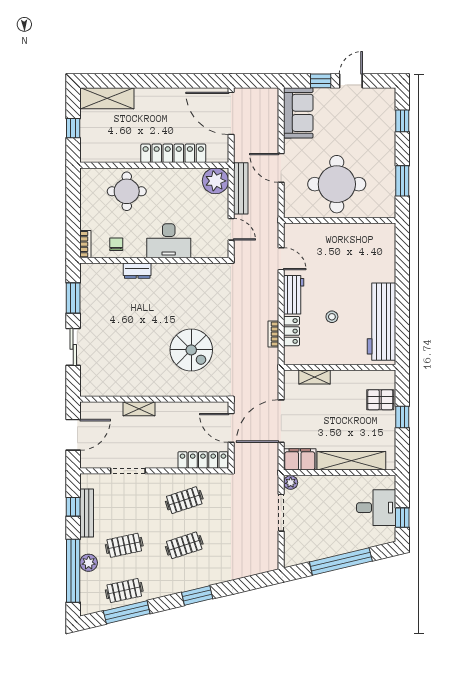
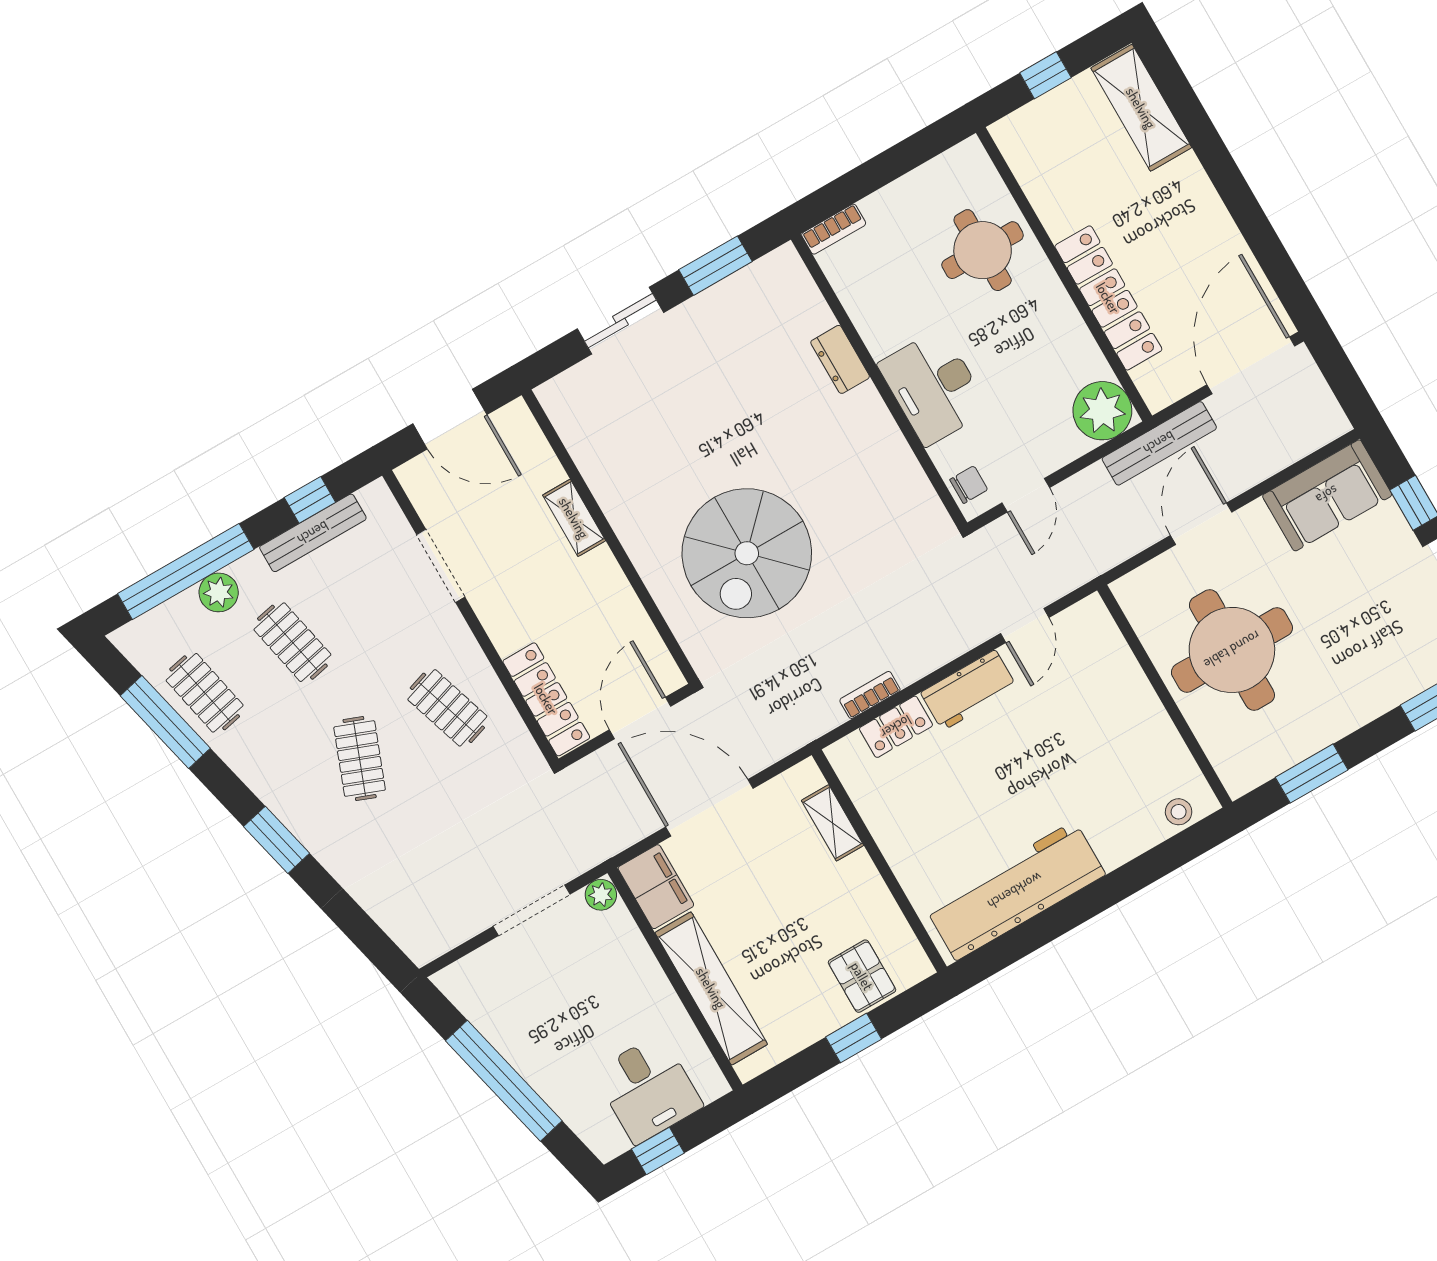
bench: (241, 188) -> (1159, 443), moved
chair: (116, 244) -> (969, 485), moved
stool: (332, 317) -> (1179, 812), moved
spiral stairs: (191, 350) -> (747, 553), width x1.37, depth x1.37
clothes rail: (184, 545) -> (360, 759), turned 39

